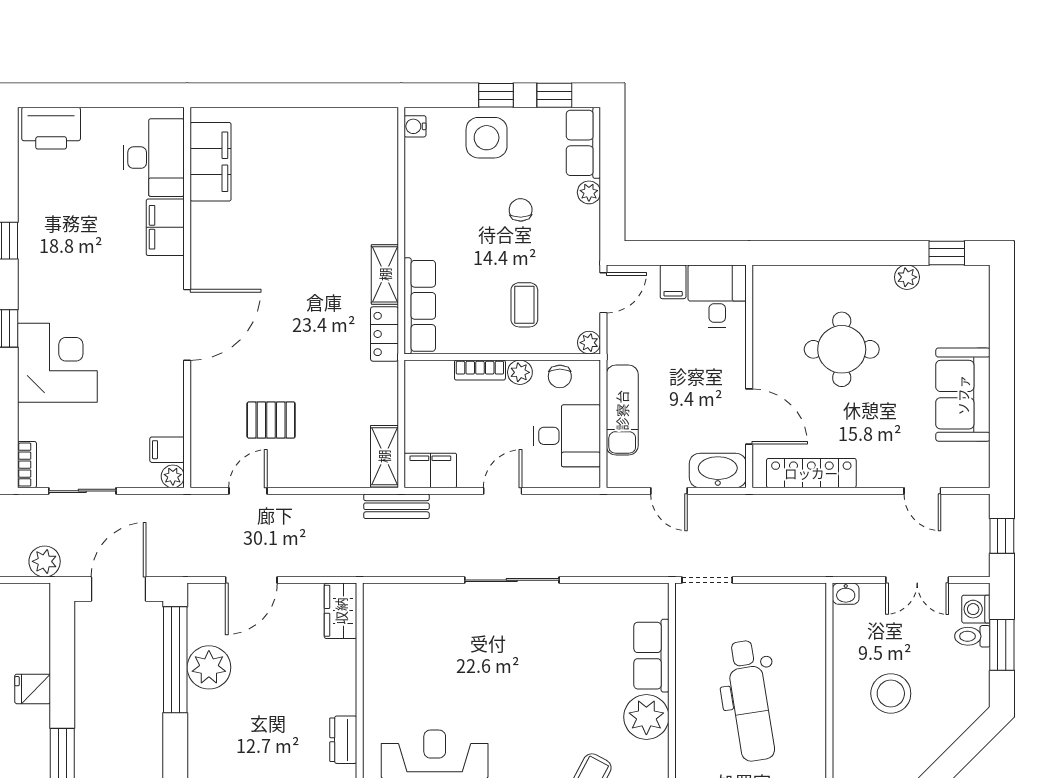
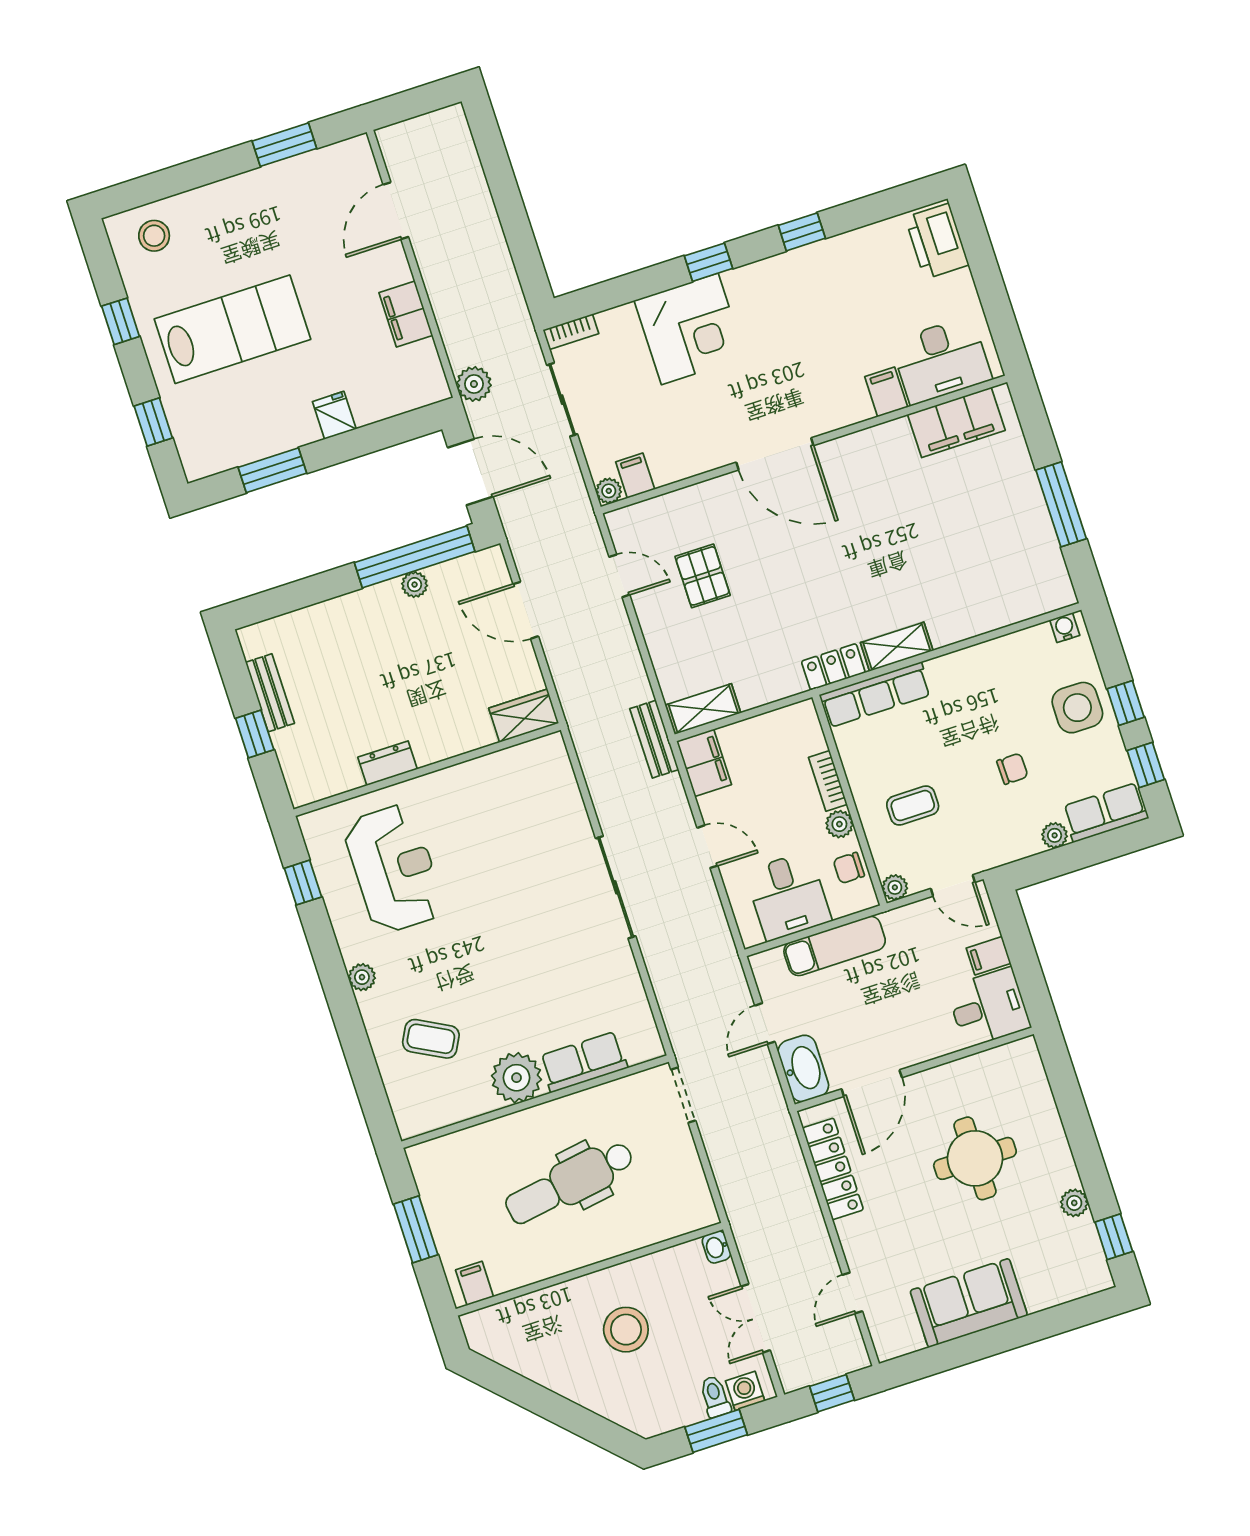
window: (309, 95) -> (1061, 504), added
filing cabinet: (165, 227) -> (886, 392), width x0.50
plant: (209, 667) -> (415, 585), width x0.53, depth x0.53

